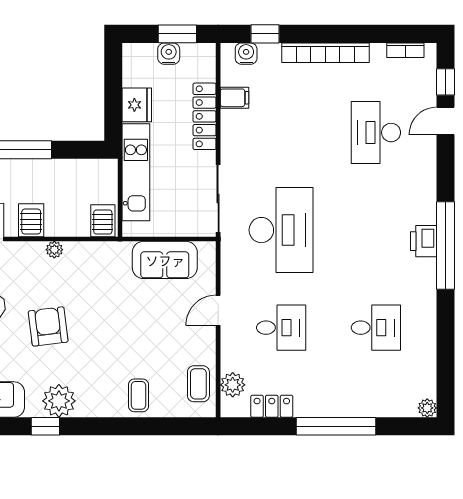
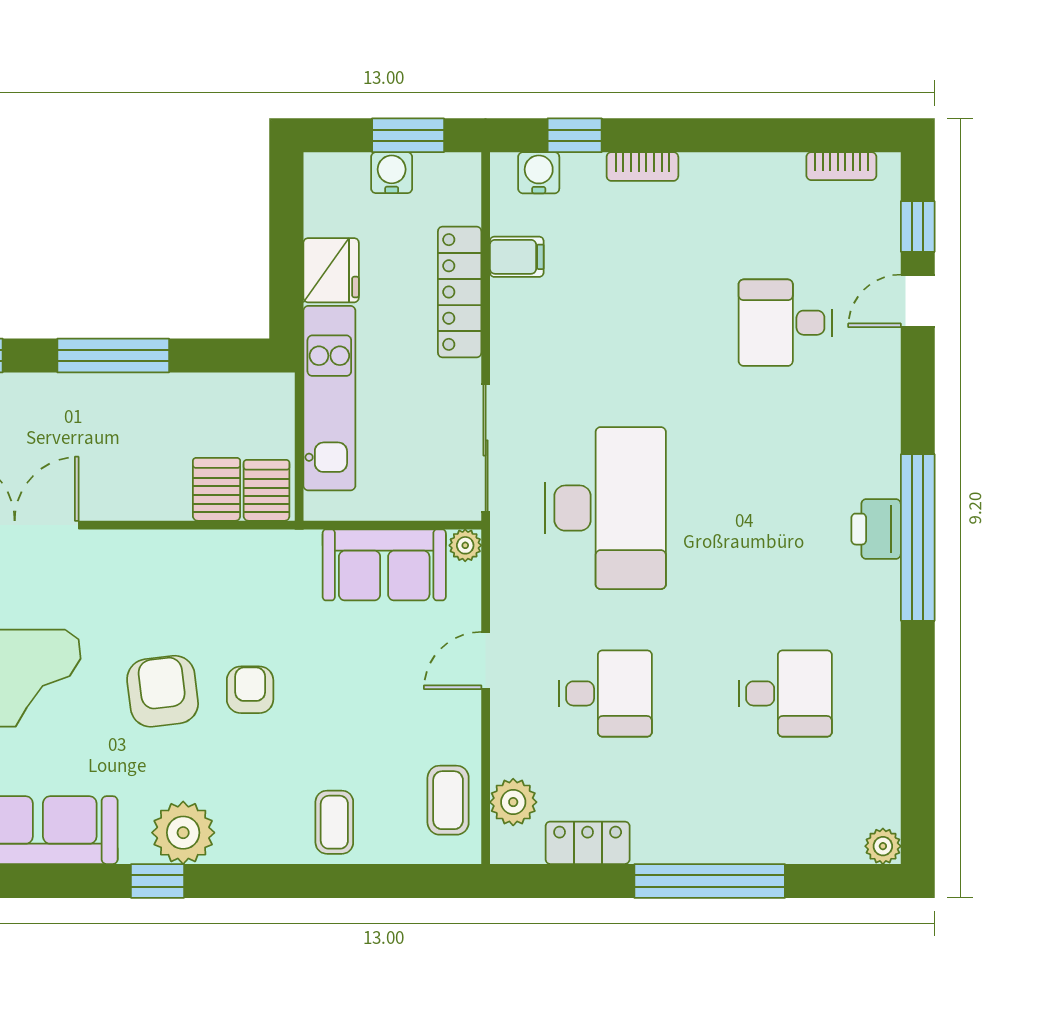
bookcase: (325, 53) -> (642, 167), width x0.43, depth x0.76
desk: (376, 133) -> (785, 323), width x0.73
server rack: (31, 220) -> (217, 489), moved
plant: (54, 250) -> (465, 545), moved
armchair: (94, 326) -> (250, 690), added

